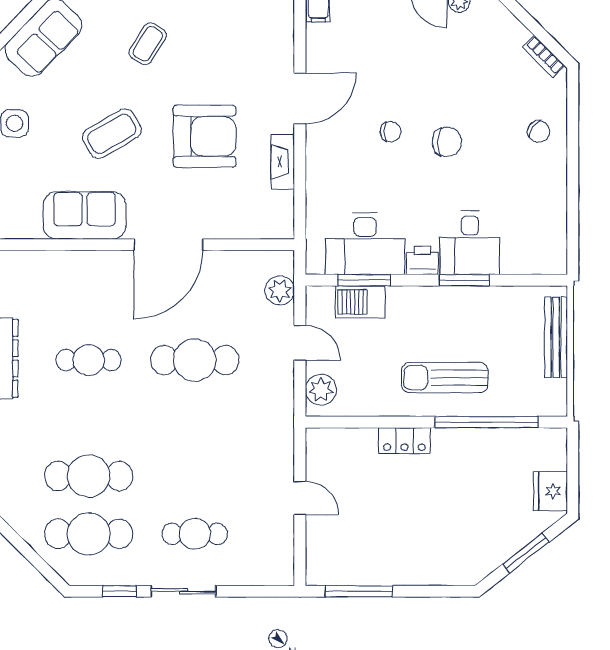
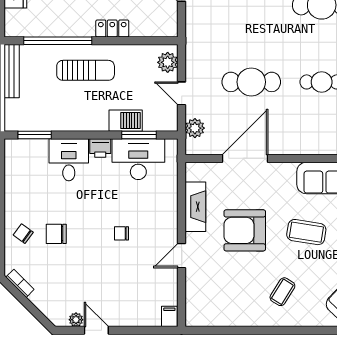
door: (300, 98) -> (182, 256), width x0.73
coffee table: (112, 134) -> (306, 232), turned 39
chair: (447, 142) -> (56, 234), moved
fireplace: (283, 162) -> (195, 207), width x1.37, depth x1.32
door: (168, 245) -> (245, 158), moved
window: (464, 280) -> (35, 135), moved
barbecue: (360, 302) -> (126, 121), moved
bench: (556, 337) -> (12, 71), moved

